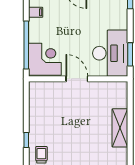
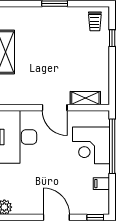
corner desk: (45, 59) -> (91, 145), moved
shelving: (50, 87) -> (85, 98), added

